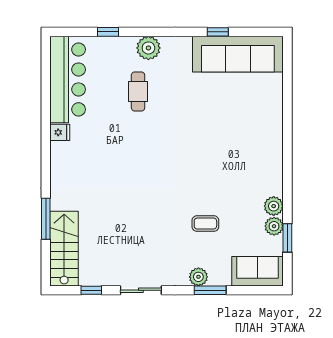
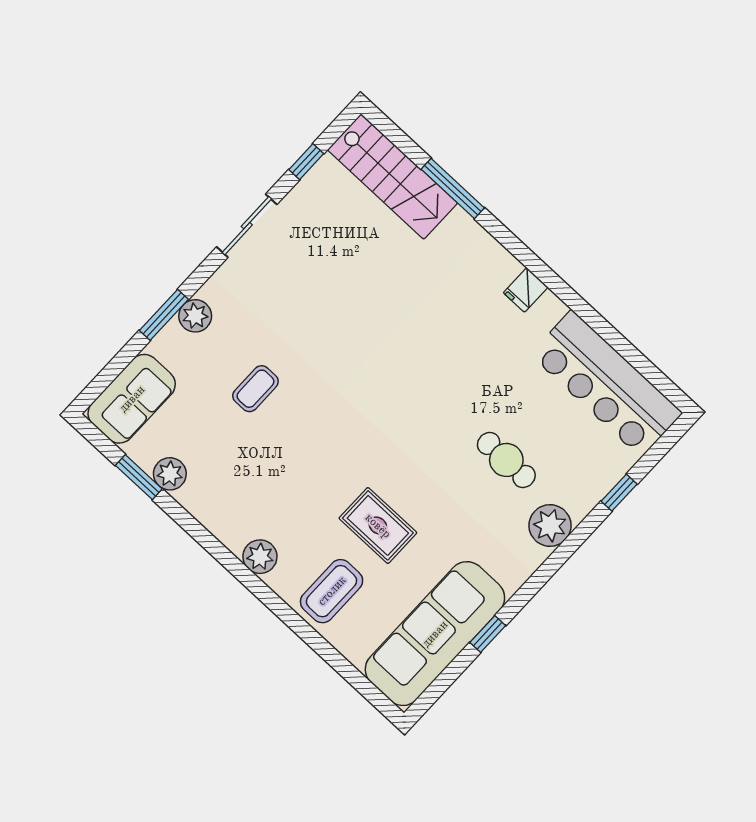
coffee table: (260, 114) -> (332, 591), added
rug: (215, 120) -> (378, 526), added
fridge: (60, 132) -> (526, 290), moved
plant: (274, 206) -> (260, 557), moved

